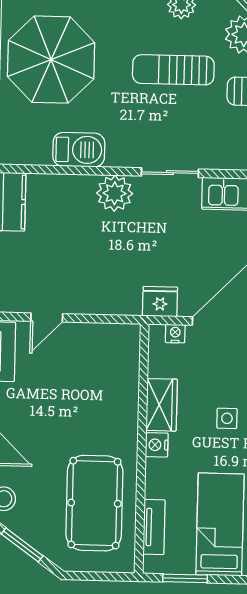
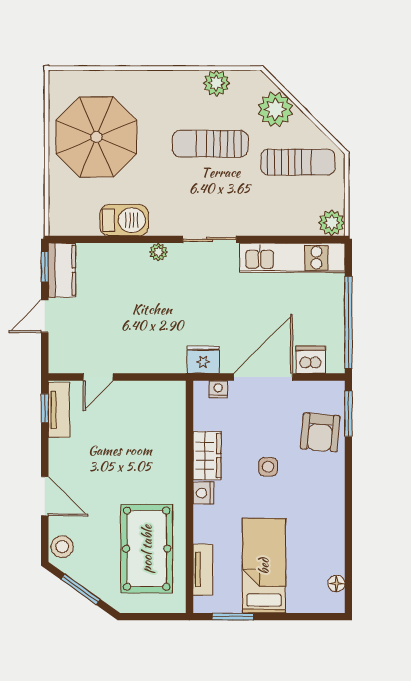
plant: (115, 193) -> (158, 252), width x0.53, depth x0.53

